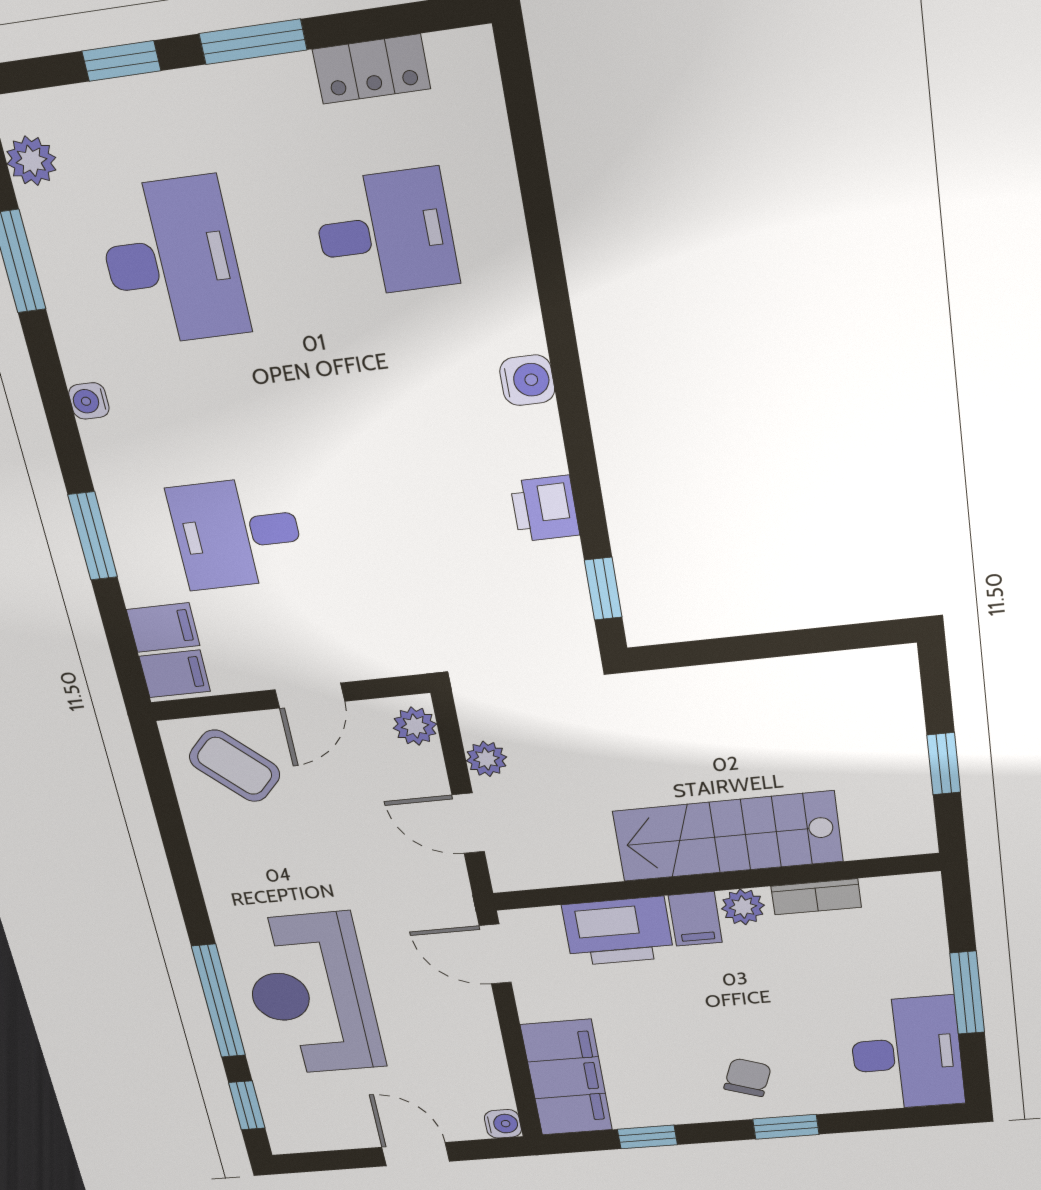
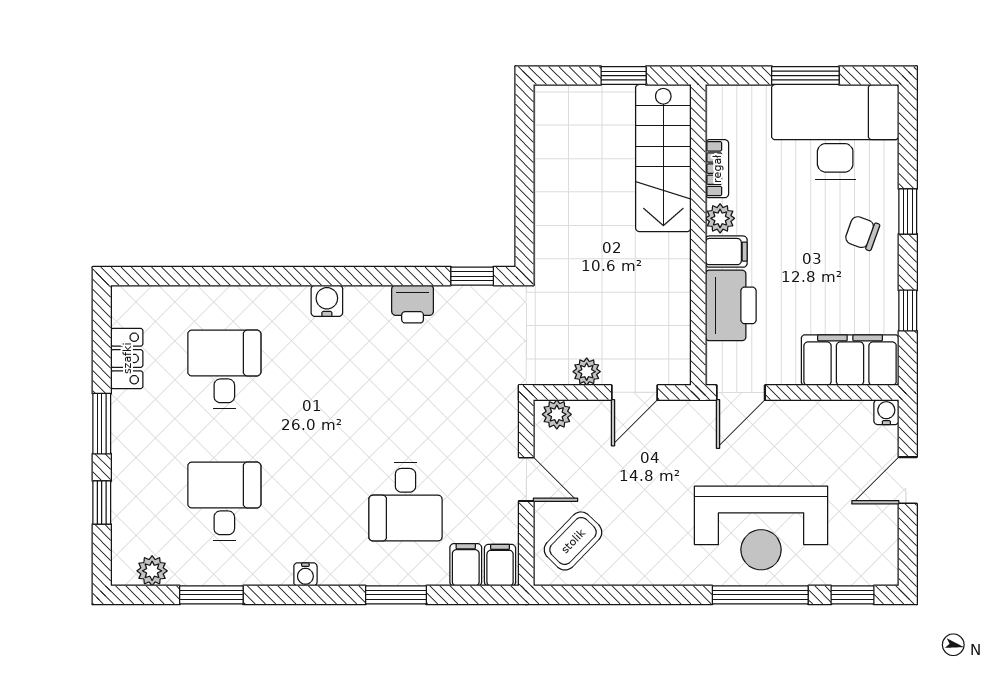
desk: (172, 262) -> (224, 502), width x0.73
stairs: (728, 836) -> (663, 158), moved
desk: (906, 1053) -> (835, 132), width x1.36, depth x1.30

